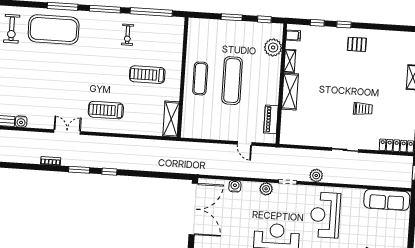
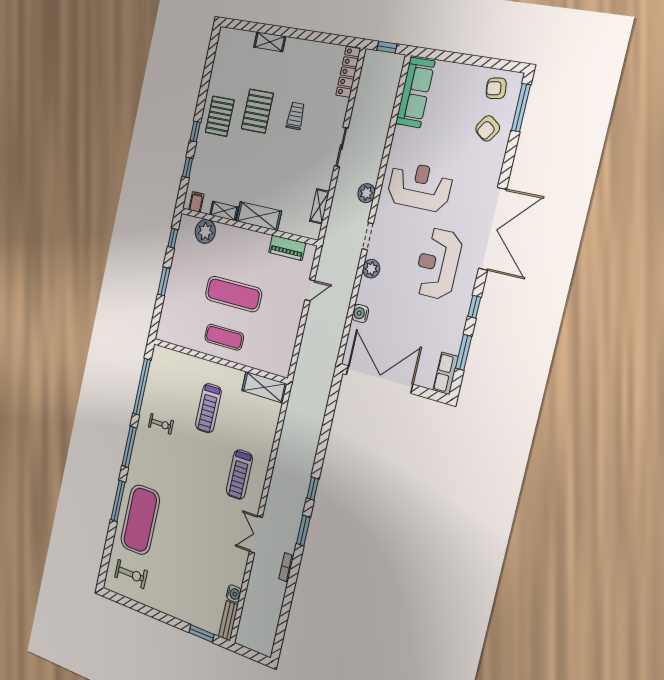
pallet: (357, 44) -> (220, 116), width x1.50, depth x1.42
pallet: (363, 76) -> (257, 111), added
shelving: (303, 140) -> (319, 206), added
reception desk: (325, 215) -> (420, 187), turned 180

